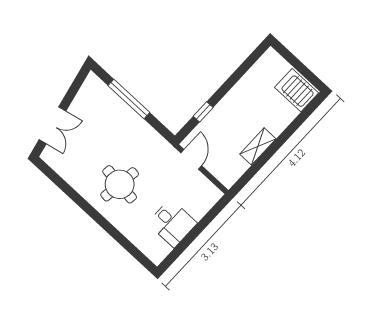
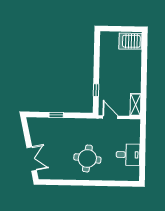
window: (129, 99) -> (56, 115), width x0.46
shelving: (258, 146) -> (136, 105), moved

